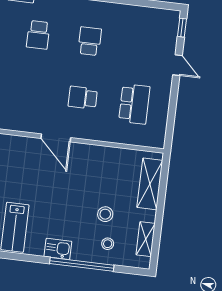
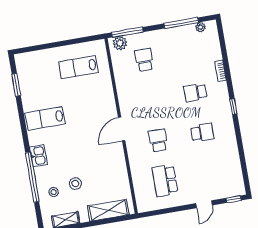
school desk: (134, 104) -> (165, 181), turned 90

